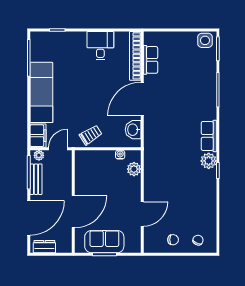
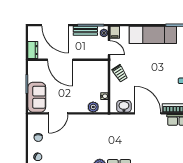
filing cabinet: (38, 136) -> (115, 32), width x0.50
door: (142, 214) -> (58, 113), hinge flipped
sofa: (104, 242) -> (37, 97), moved
dresser: (44, 247) -> (33, 50), moved

